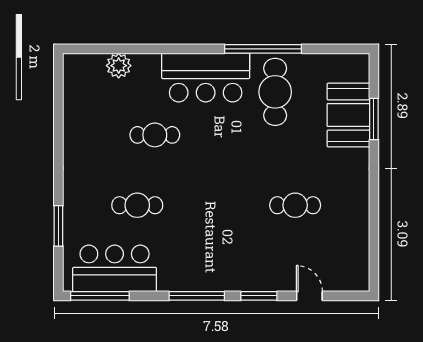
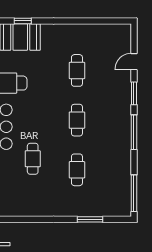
window: (374, 119) -> (23, 21), width x0.67
cafe table: (216, 205) -> (77, 120), added
bar counter: (115, 268) -> (117, 184), removed

